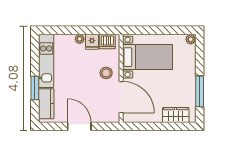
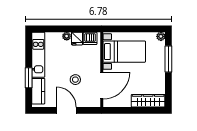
stool: (106, 73) -> (75, 80), moved
window: (200, 91) -> (168, 59), moved
door: (121, 97) -> (102, 86), hinge flipped
wardrobe: (176, 115) -> (148, 101), width x1.50

